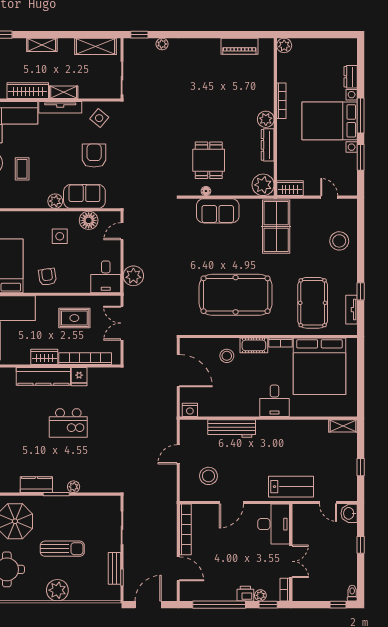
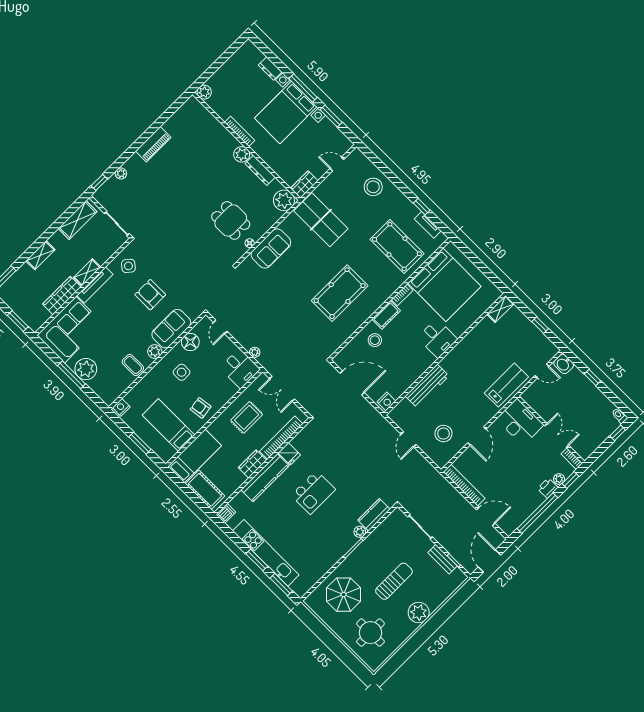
piano: (239, 46) -> (153, 144), moved
coffee table: (22, 169) -> (133, 365), moved
plant: (133, 276) -> (255, 352), width x0.53, depth x0.53
pool table: (236, 295) -> (340, 293), width x0.73, depth x0.76
kitchen counter: (36, 485) -> (374, 515), moved

